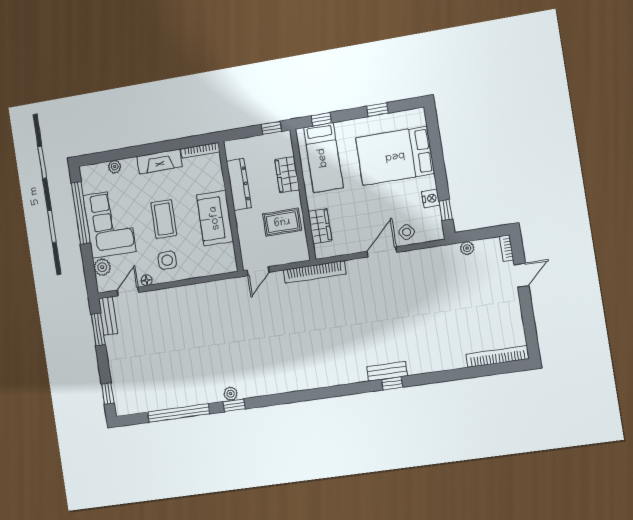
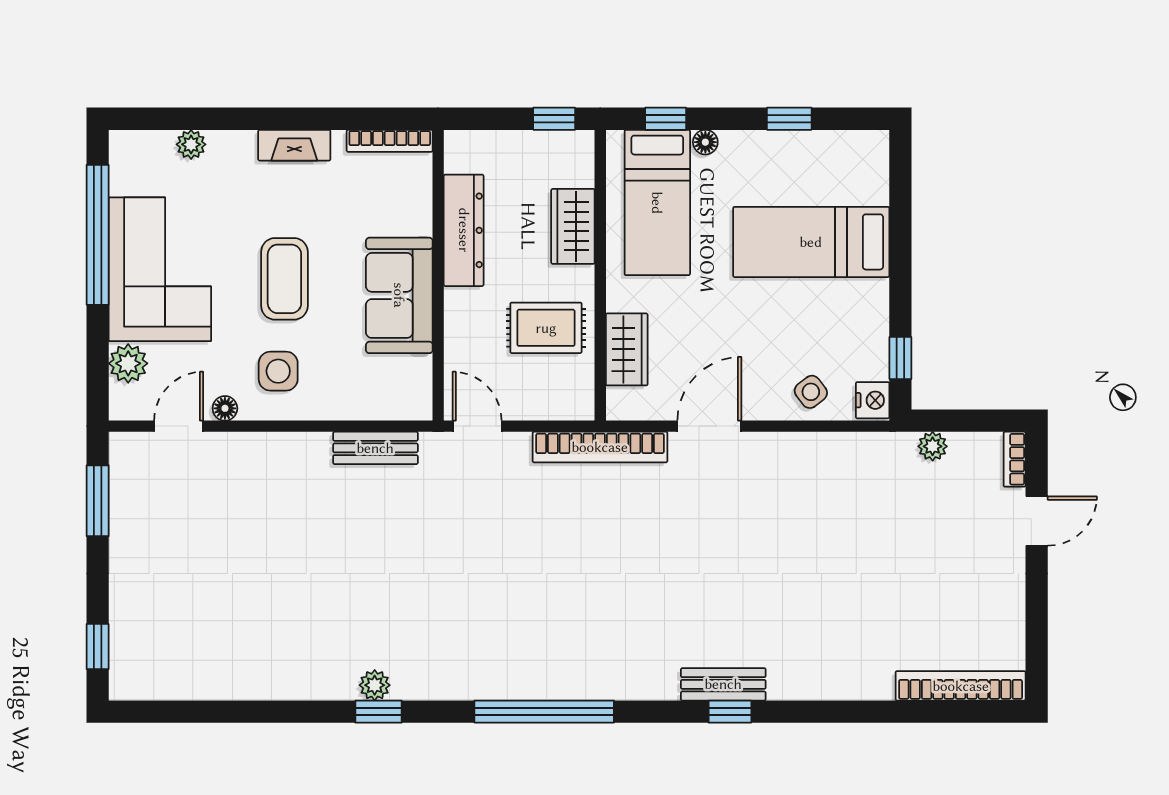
floor lamp: (341, 127) -> (705, 142), added
bed: (395, 156) -> (811, 242), width x0.67
fireplace: (159, 161) -> (294, 145), width x0.73, depth x0.76
nightstand: (431, 198) -> (873, 400), moved
door: (382, 252) -> (709, 426), moved
door: (258, 271) -> (477, 426), swing flipped
bench: (108, 316) -> (375, 448), moved, turned 90
window: (179, 413) -> (544, 712), moved

